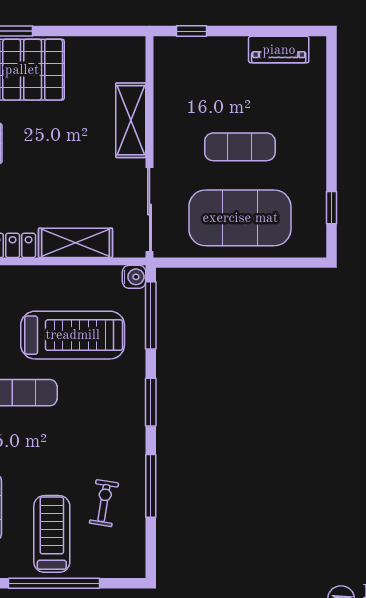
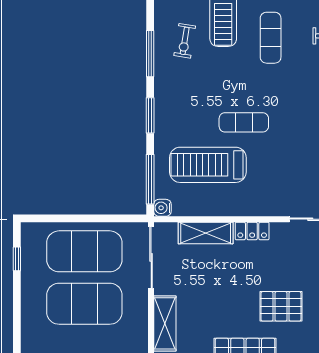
exercise mat: (240, 147) -> (84, 304), width x2.00, depth x1.45

